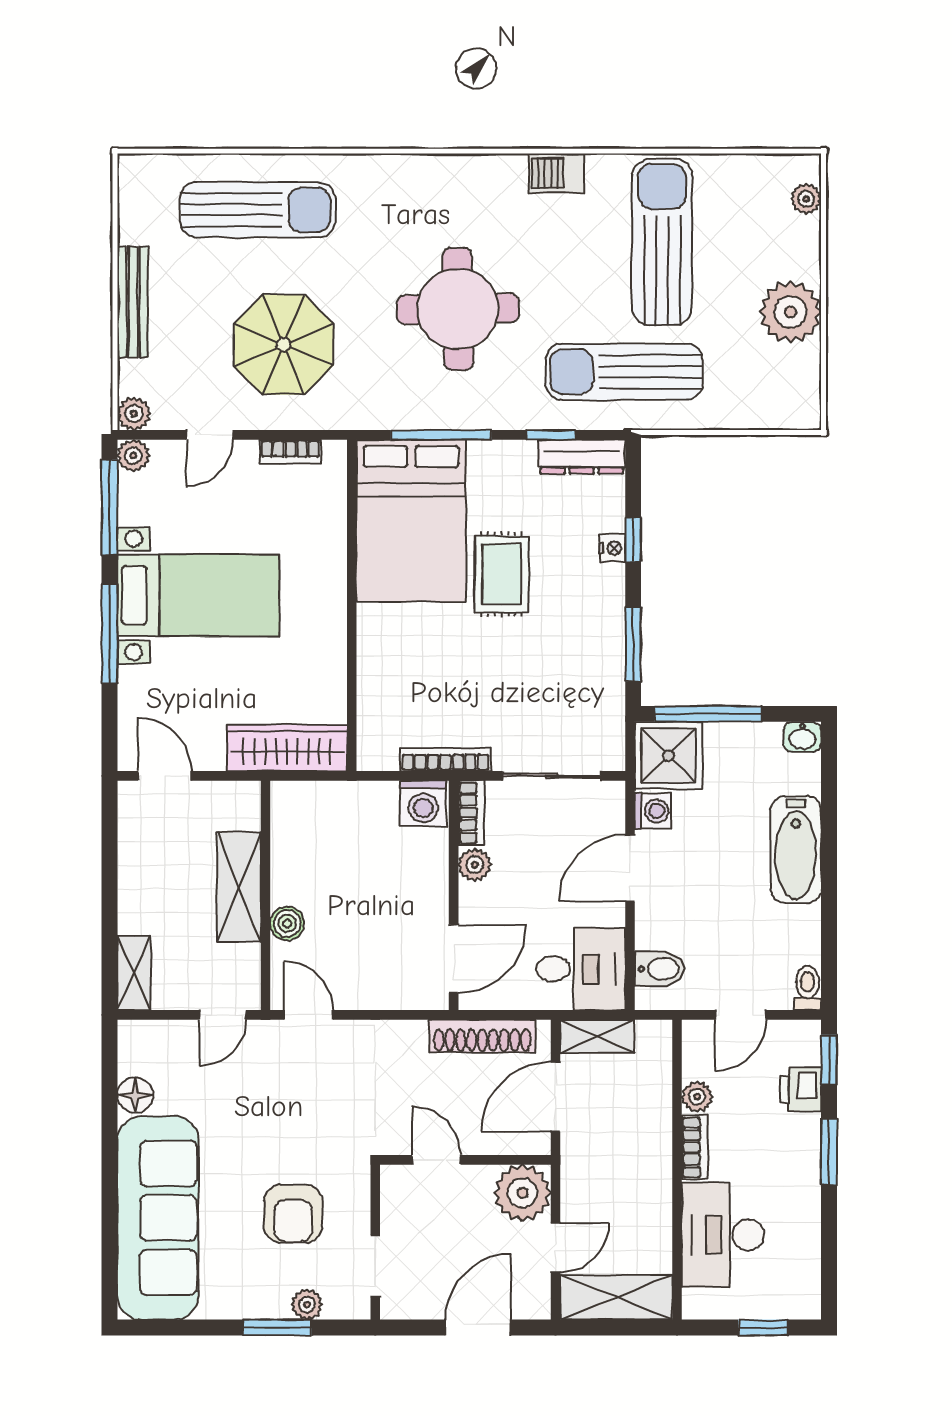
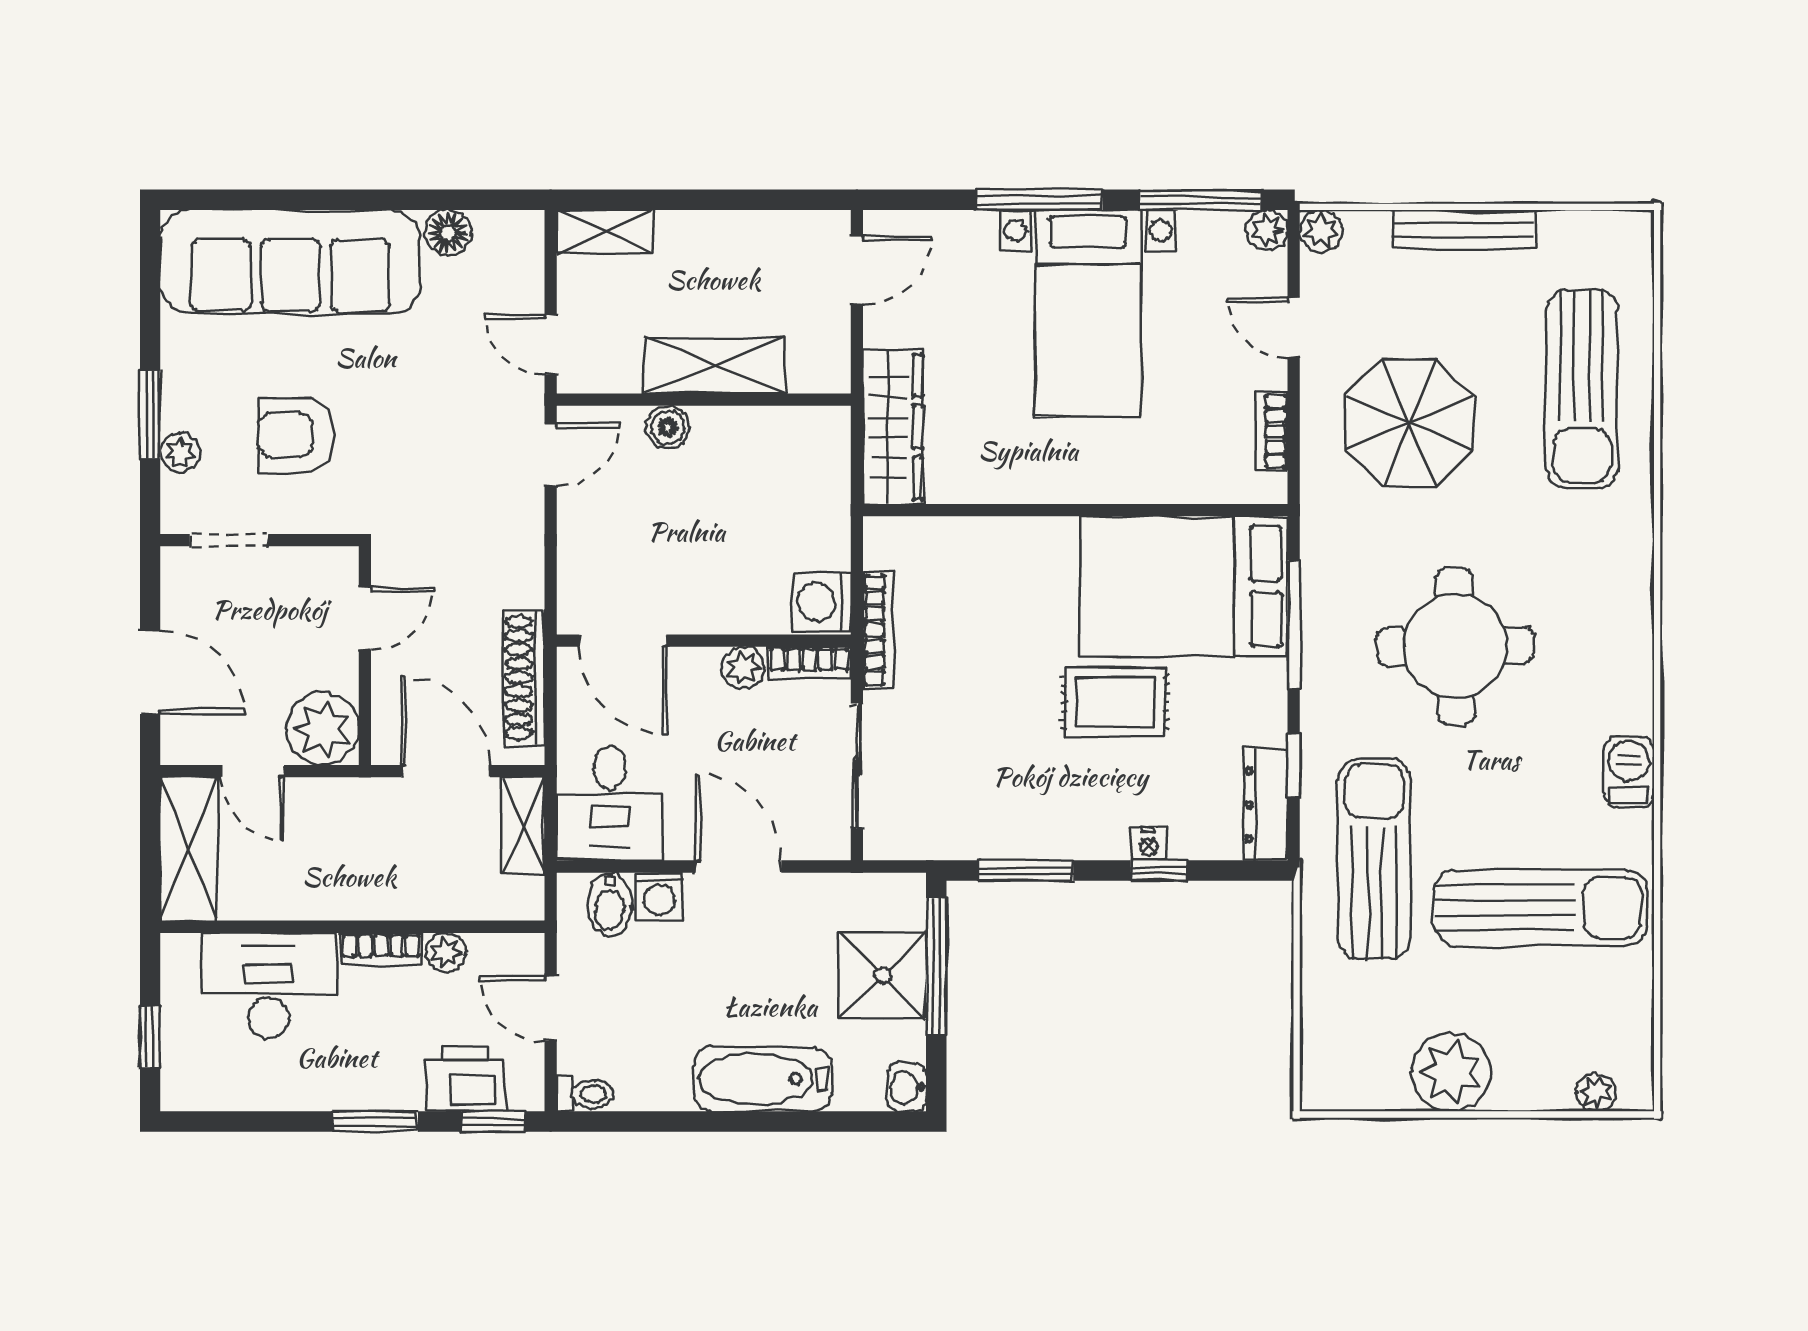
shower: (669, 756) -> (883, 976), moved
washing machine: (653, 811) -> (659, 896), moved
printer: (801, 1089) -> (466, 1079), width x1.36, depth x1.24

